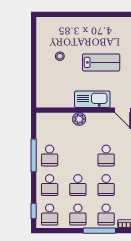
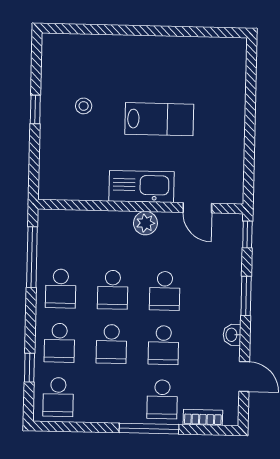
window: (34, 59) -> (35, 109), added
plant: (79, 119) -> (145, 223), moved
window: (34, 155) -> (32, 257), moved
window: (34, 211) -> (29, 368), moved
school desk: (78, 215) -> (113, 290), moved

